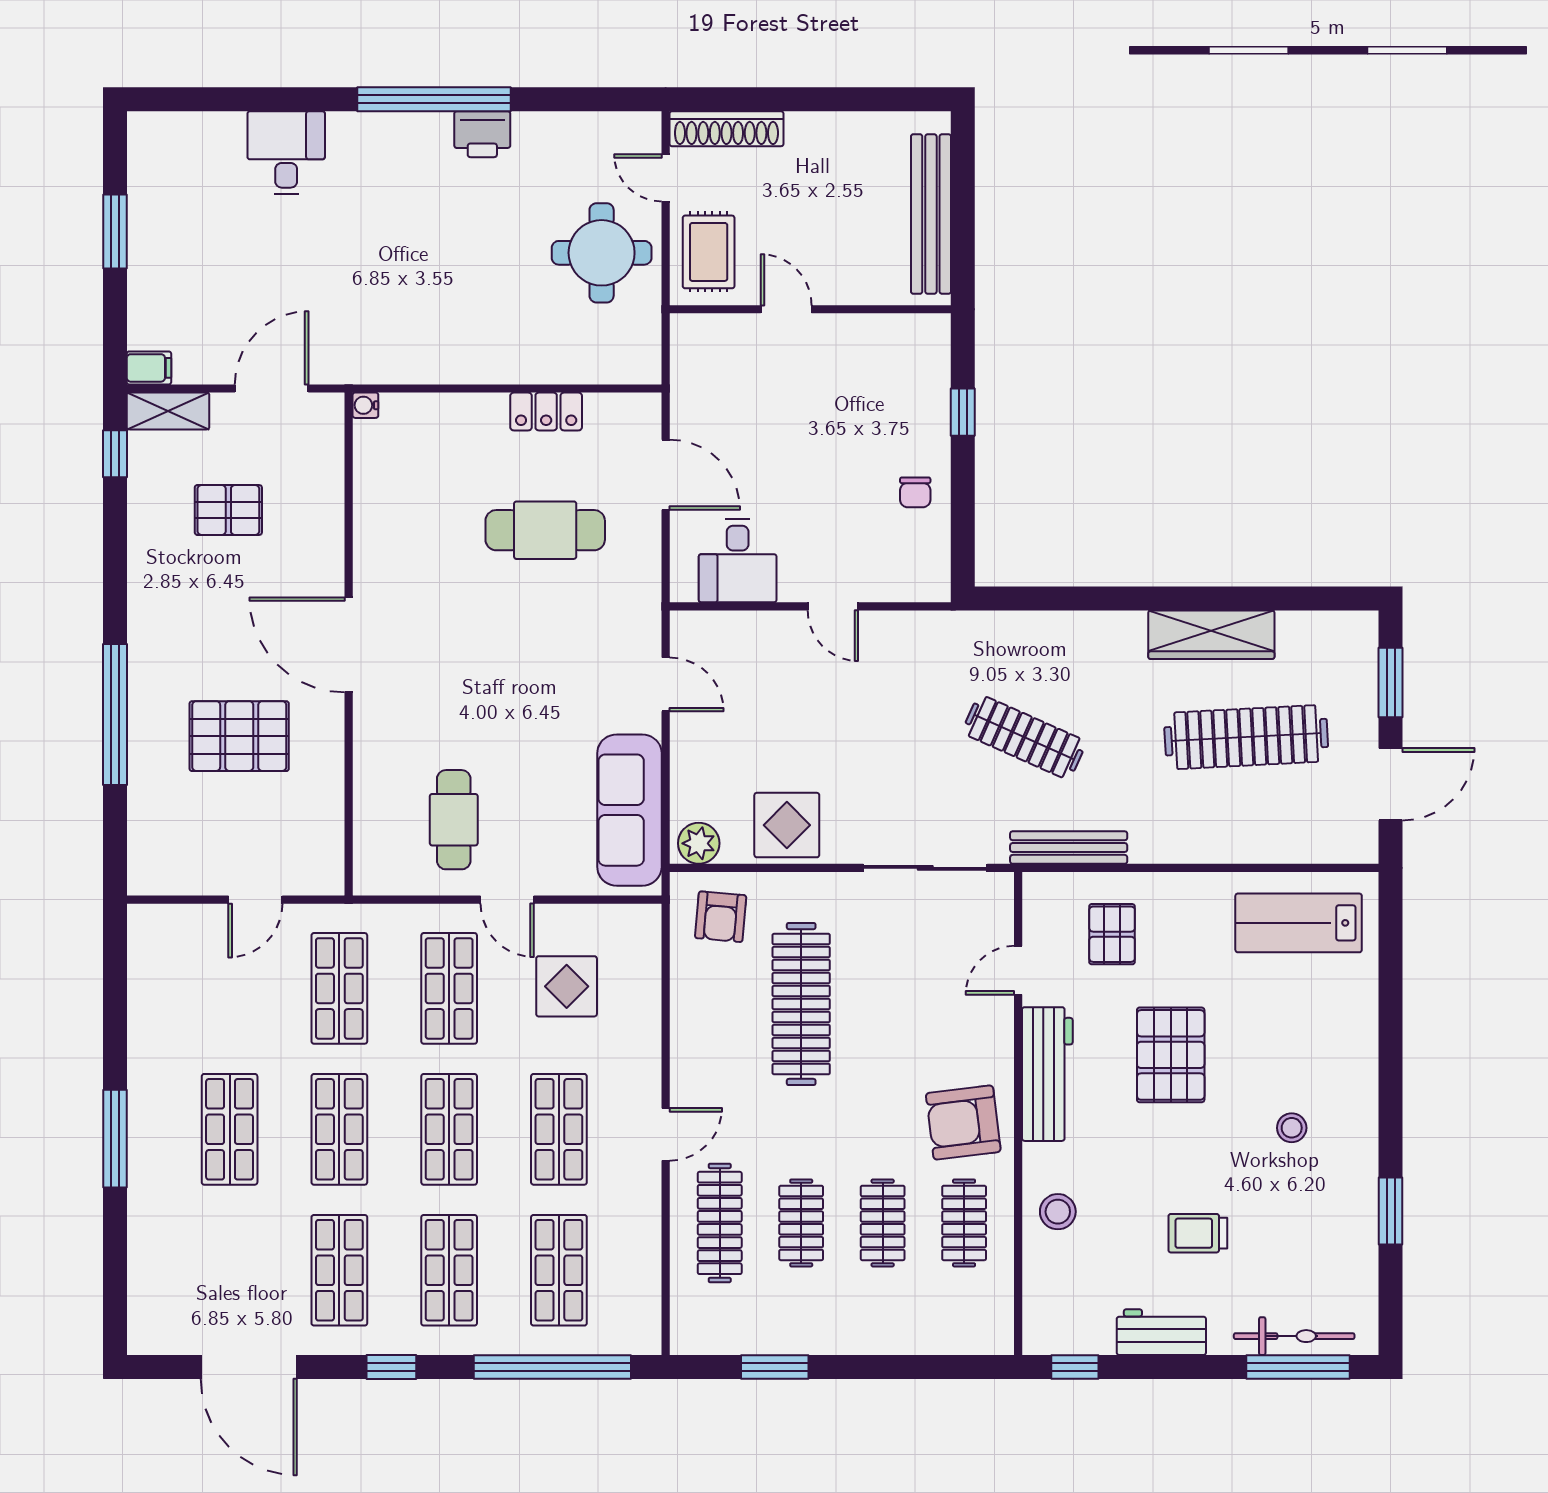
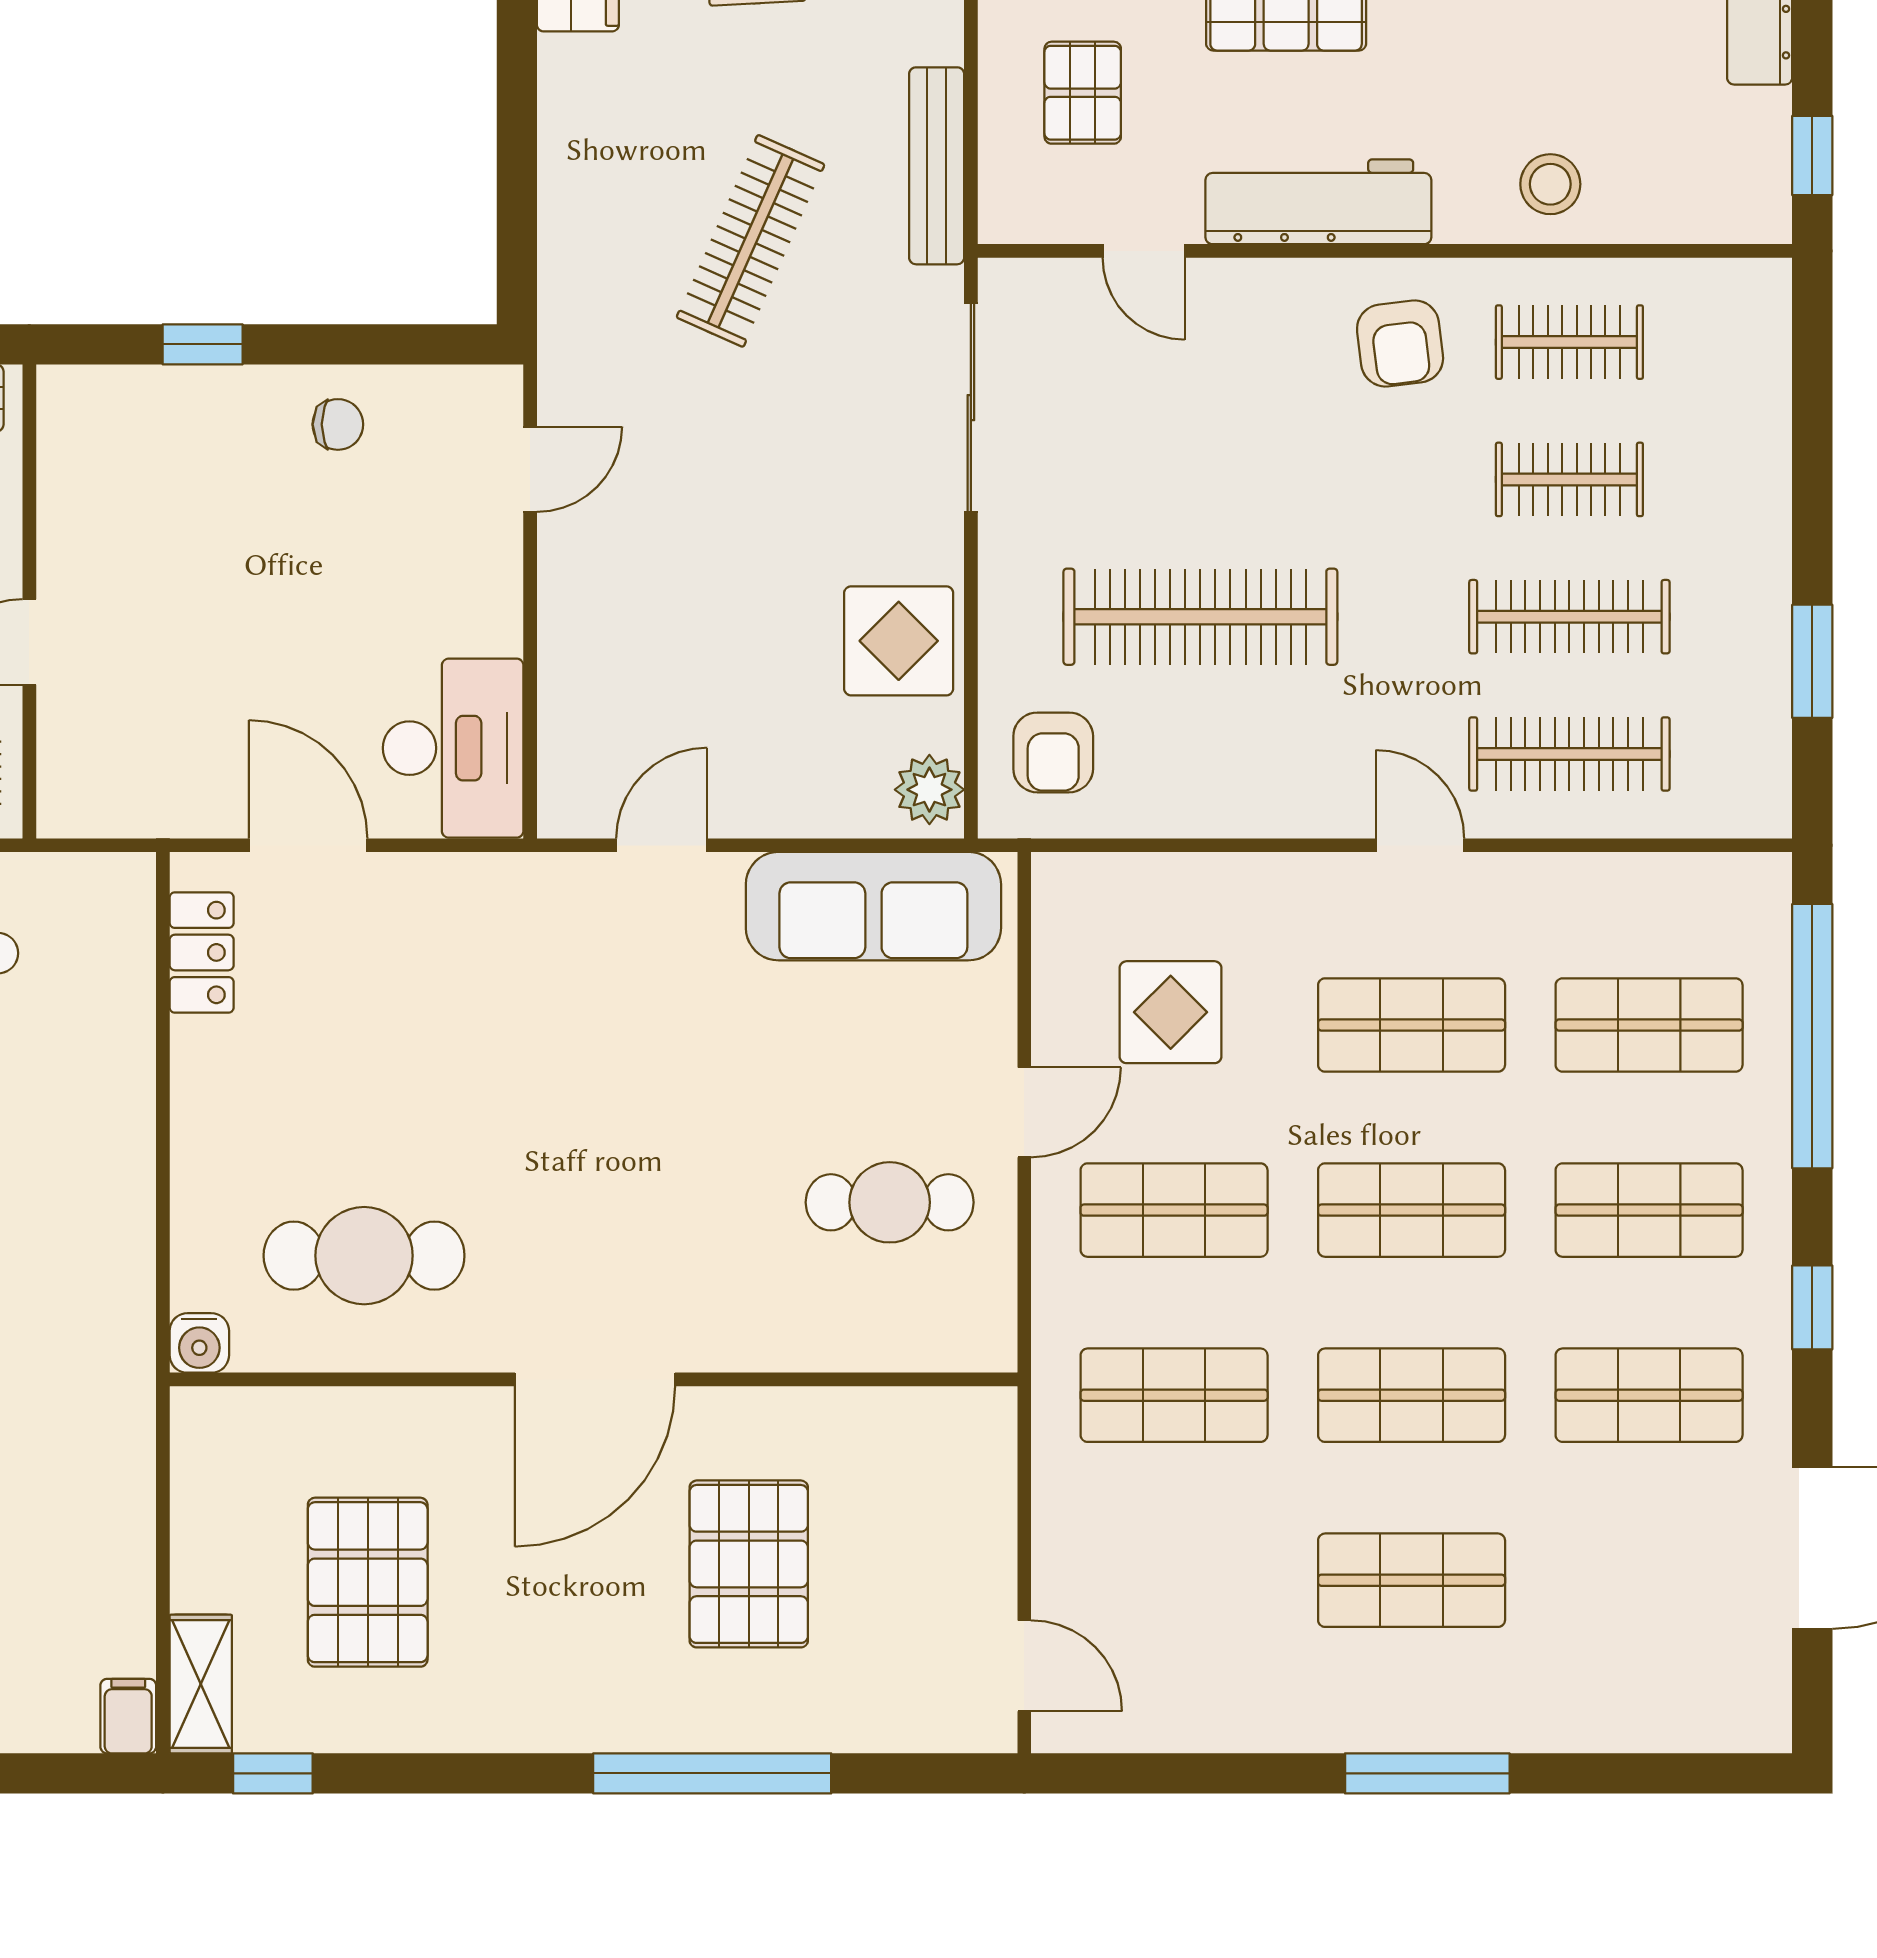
door: (272, 389) -> (163, 1509), removed
water cooler: (365, 405) -> (199, 1343), width x1.38, depth x1.38
locker: (546, 411) -> (202, 952), moved
door: (666, 475) -> (308, 845), hinge flipped
pallet: (228, 510) -> (368, 1582), width x1.50, depth x1.42
cafe table: (545, 530) -> (364, 1256), moved, turned 90
desk: (738, 561) -> (453, 748), width x1.37
door: (833, 606) -> (530, 469), moved
door: (255, 900) -> (1024, 1666), moved
armchair: (721, 917) -> (1053, 752), turned 85
pallet: (1112, 934) -> (1083, 93), turned 90
armchair: (963, 1122) -> (1400, 343), width x0.72, depth x0.72
clothes rail: (801, 1223) -> (1569, 617), width x1.36

